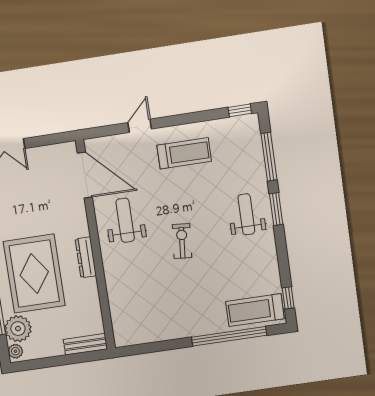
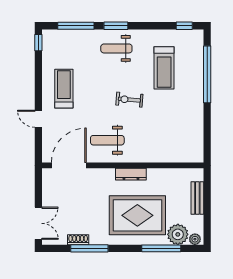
treadmill: (255, 310) -> (164, 68), moved
bench: (85, 344) -> (197, 198), moved

